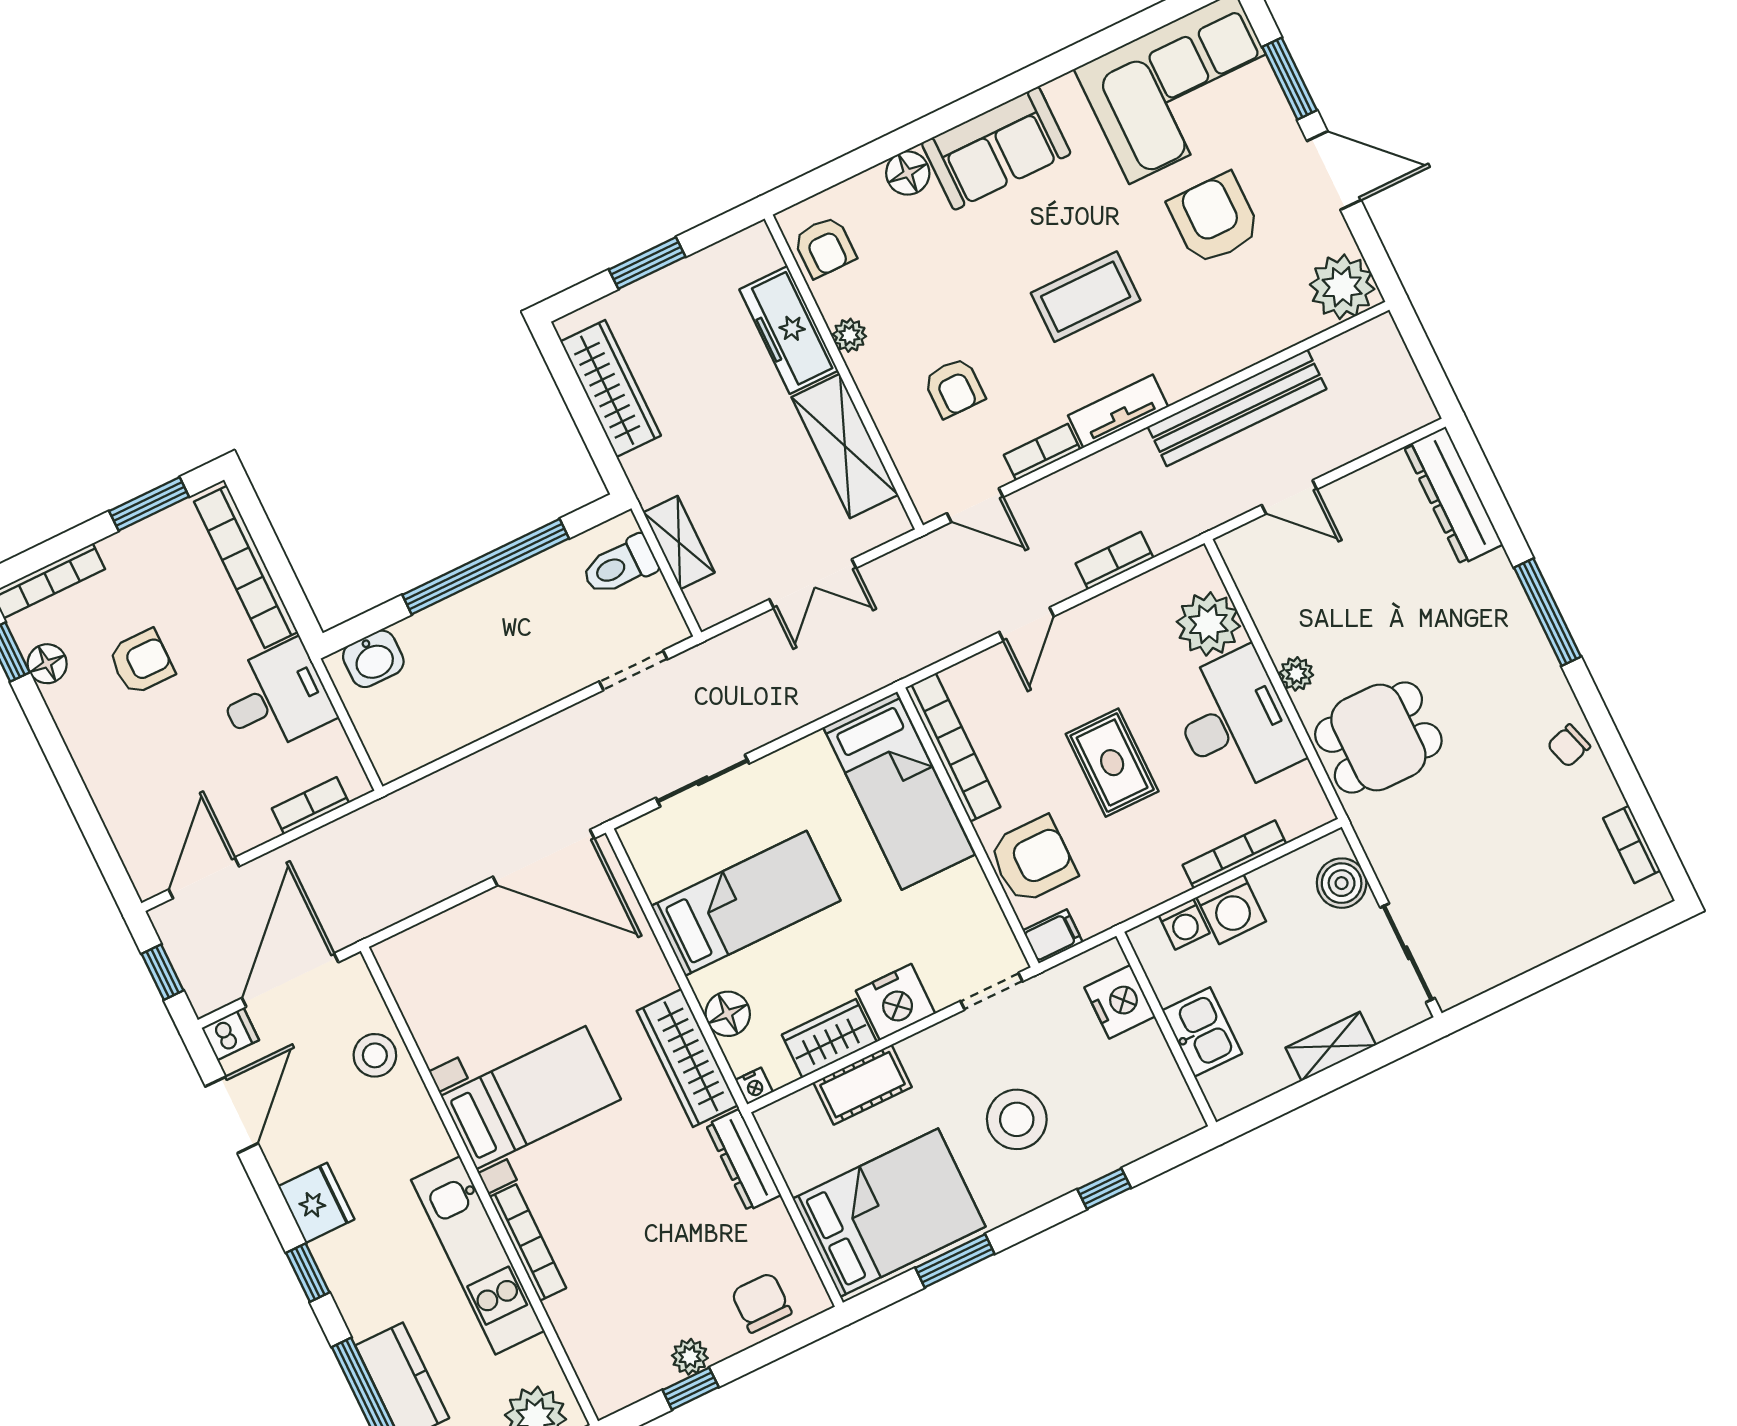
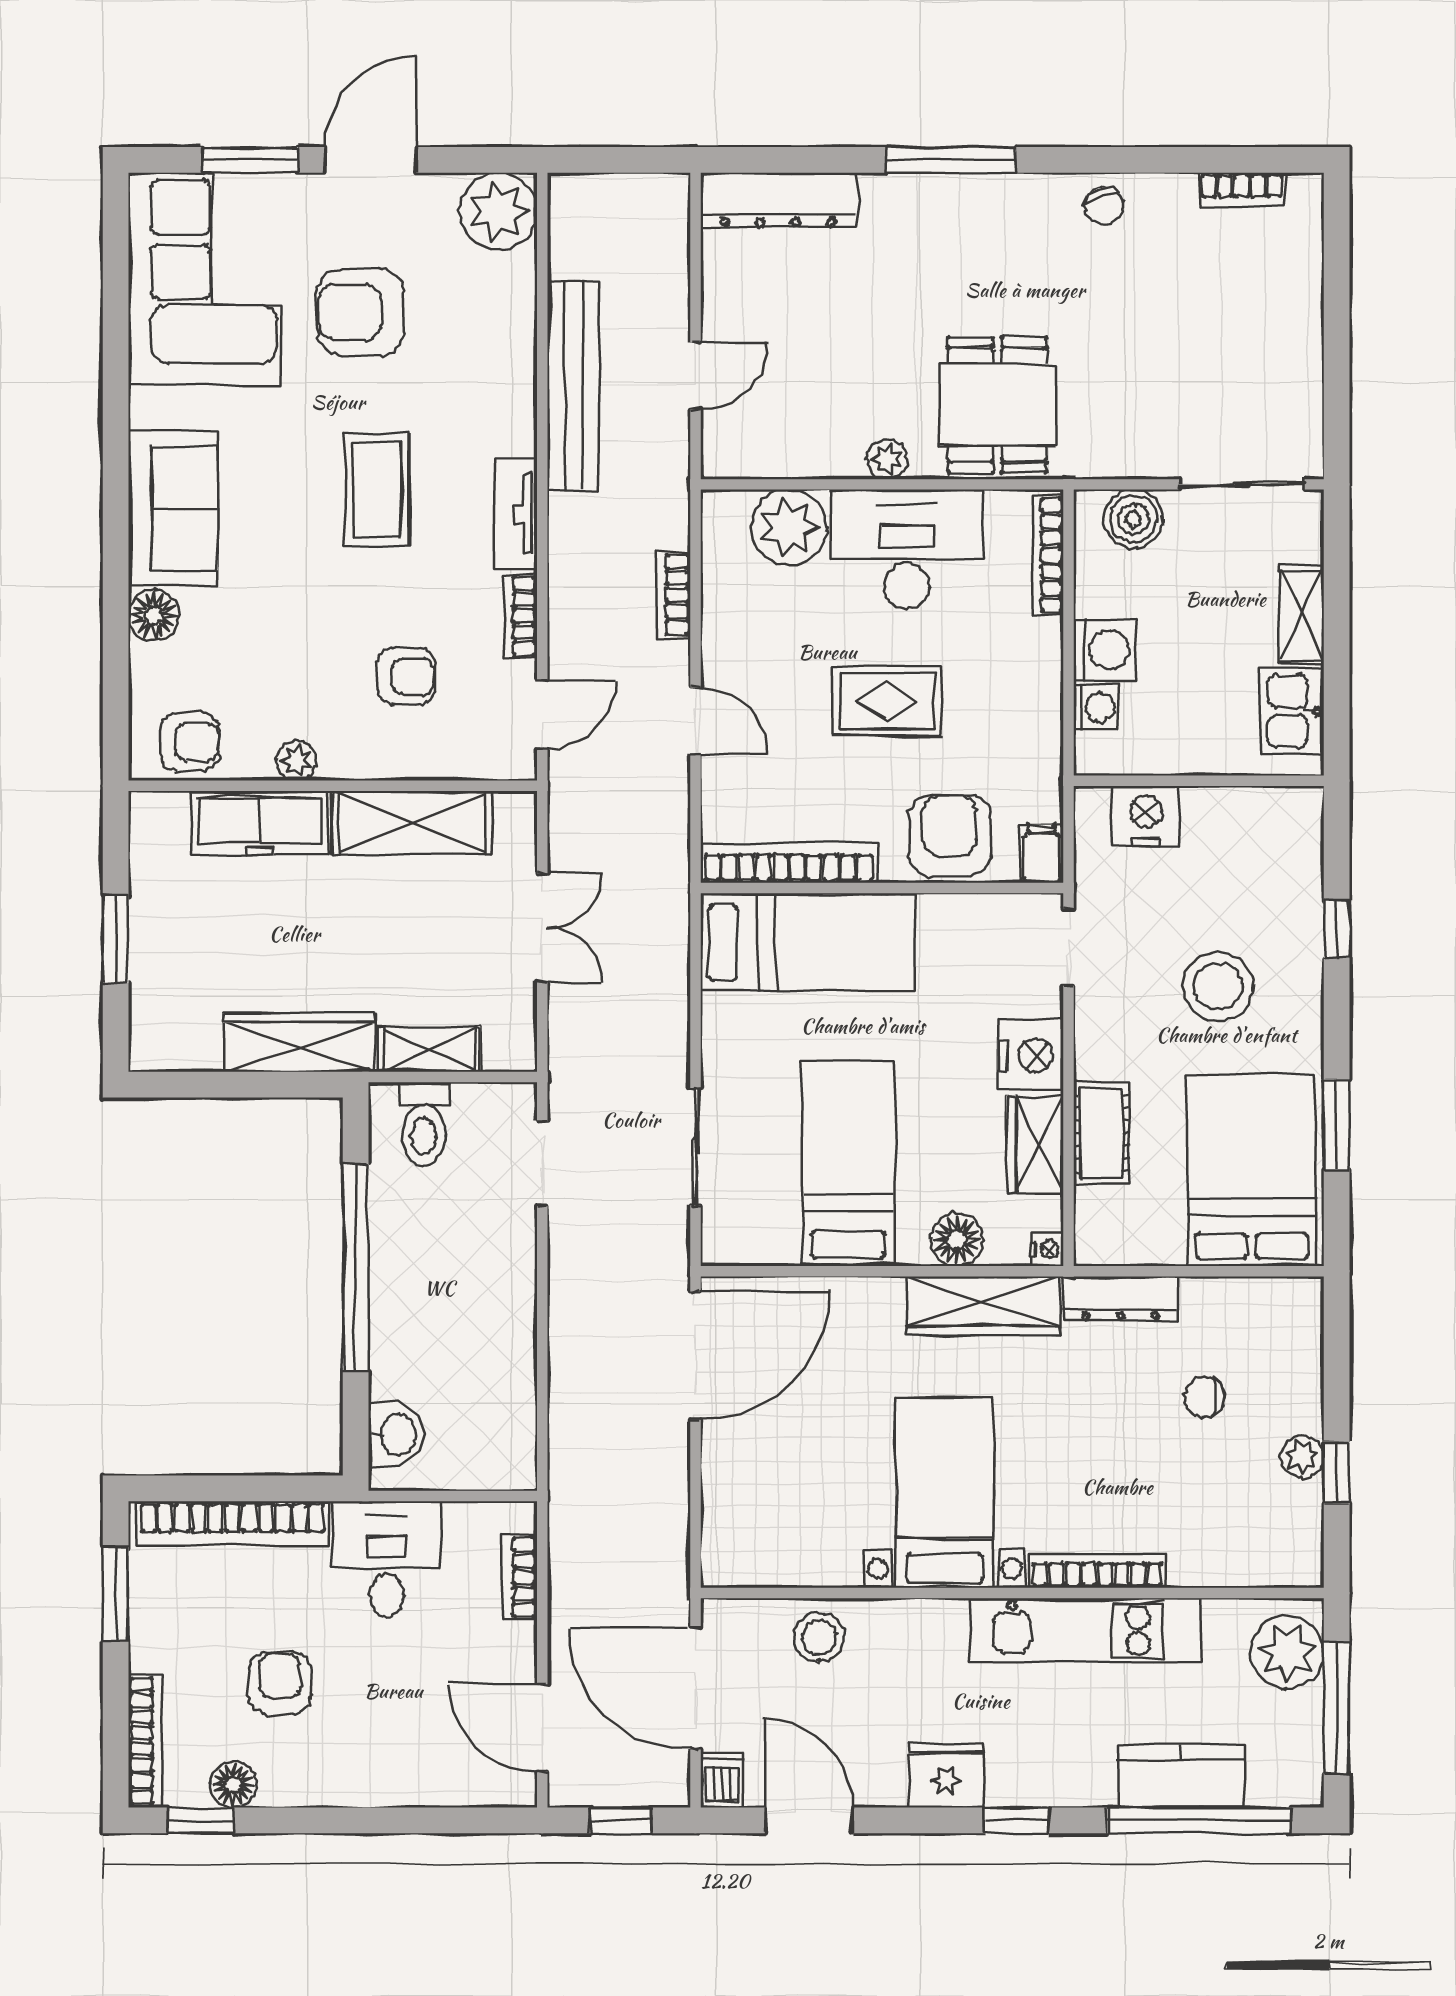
wardrobe: (611, 388) -> (299, 1043), moved
bookcase: (1234, 854) -> (1048, 555), moved
kitchen sink: (1202, 1032) -> (1292, 711), moved, turned -90
chair: (761, 1302) -> (1204, 1397), moved, width x0.73, depth x0.73

